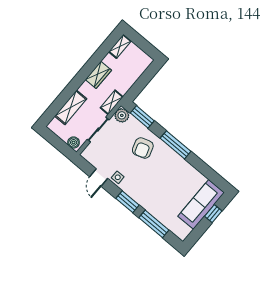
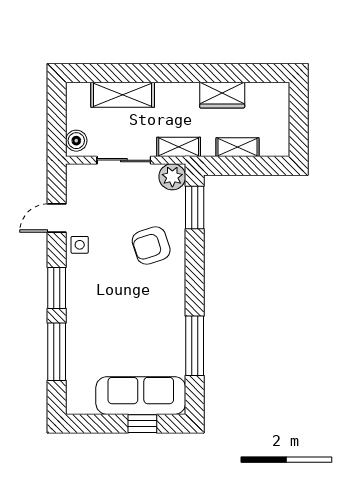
shelving: (120, 46) -> (237, 147), moved
wardrobe: (98, 75) -> (222, 95), moved
window: (175, 145) -> (195, 346), moved

